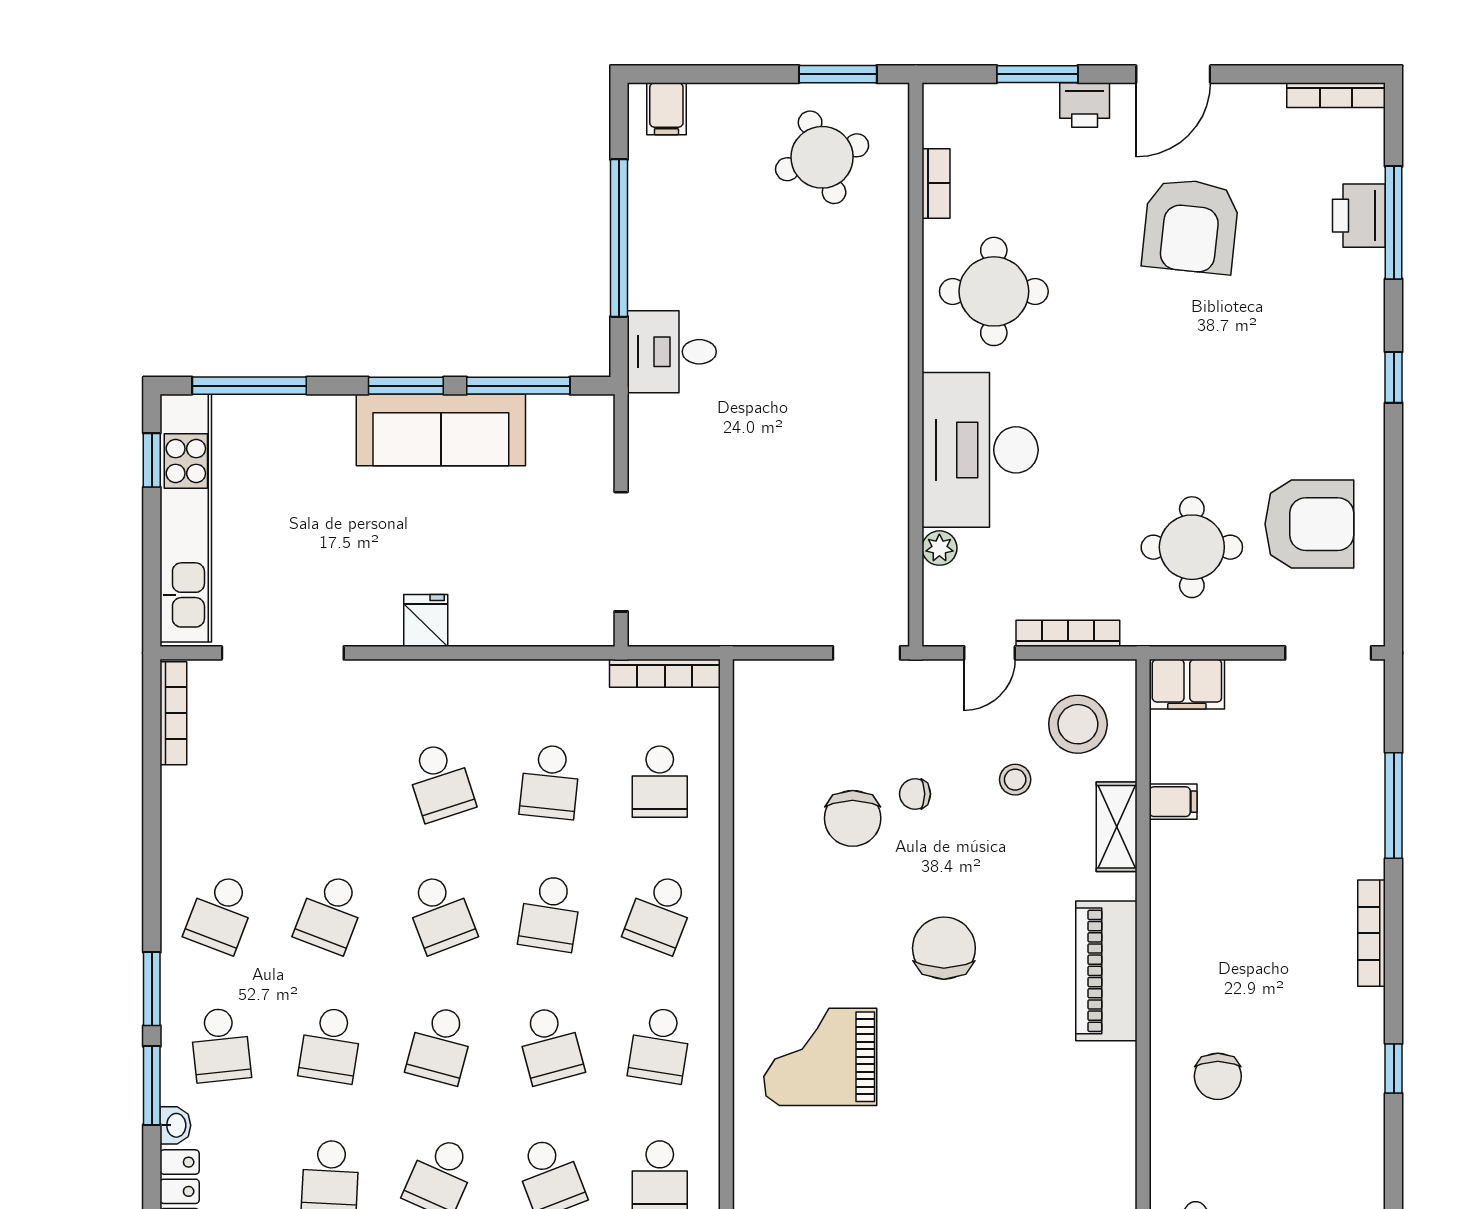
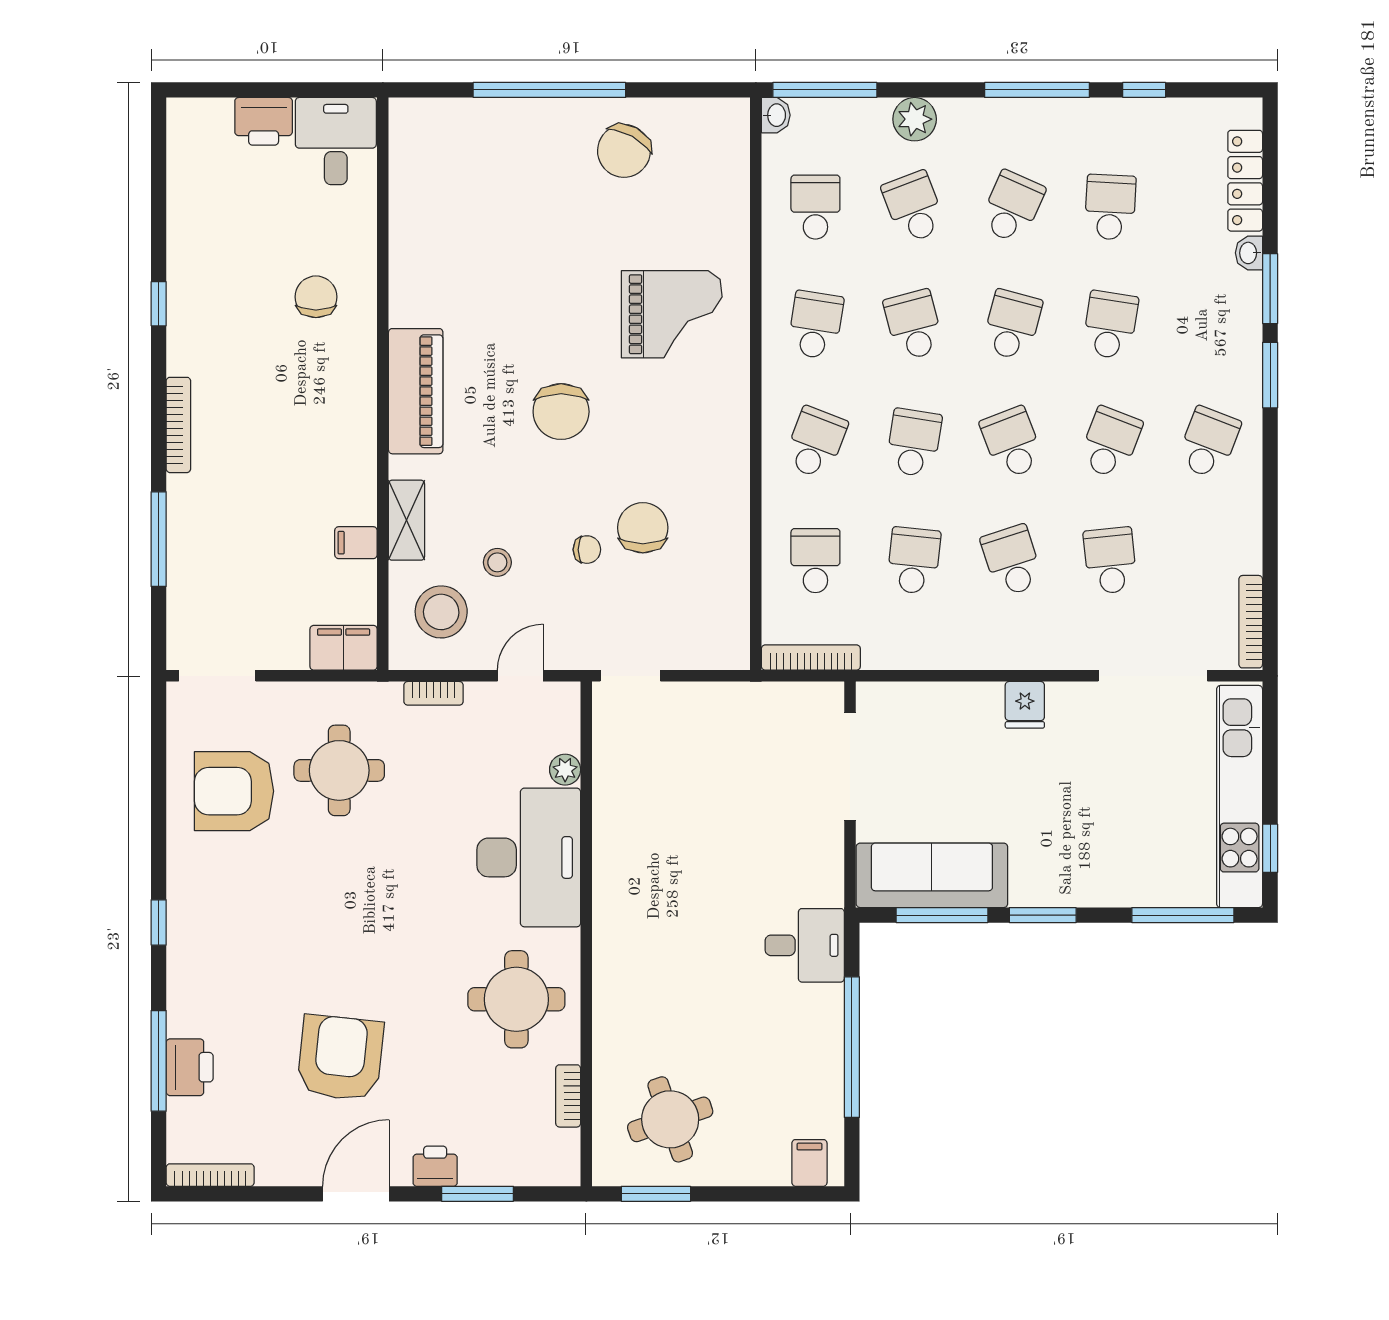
sofa: (441, 430) -> (932, 875), moved
bookcase: (1068, 633) -> (434, 693), width x0.64
school desk: (221, 1045) -> (1110, 561), moved

